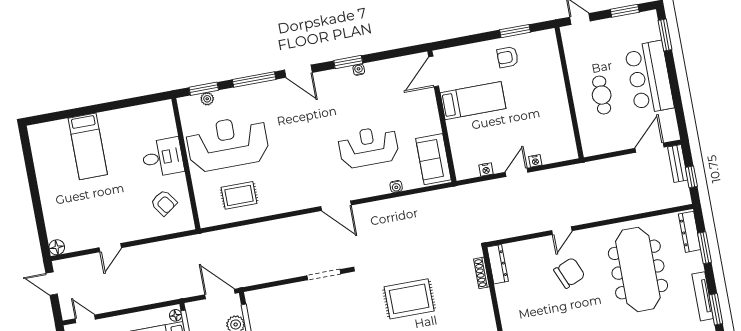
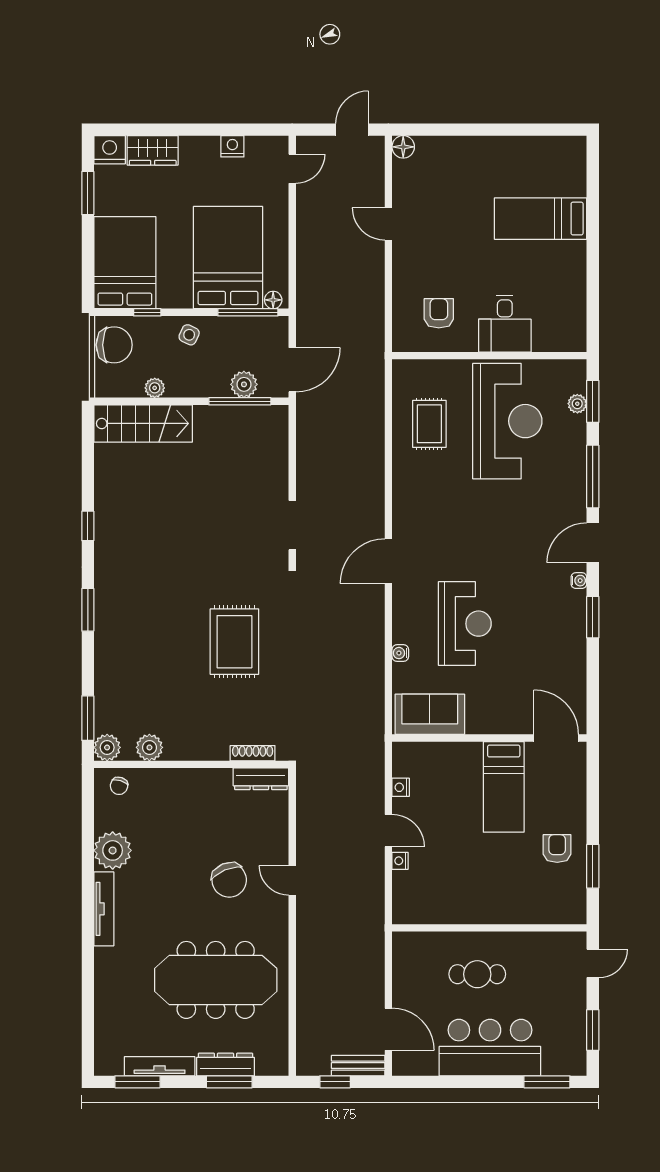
water cooler: (359, 70) -> (579, 581), moved
armchair: (164, 203) -> (439, 313), turned 125
dresser: (690, 232) -> (225, 1064), moved

